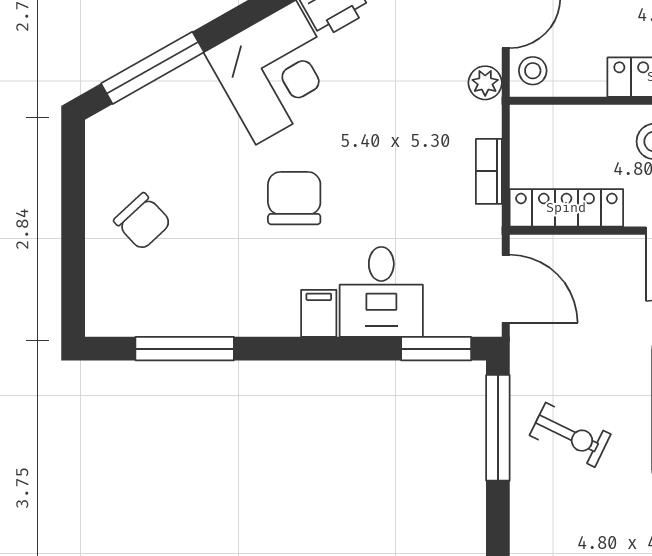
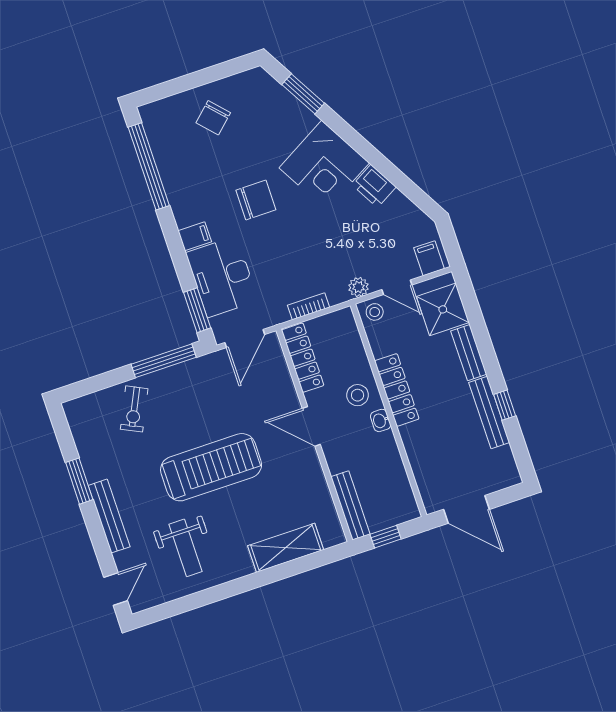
window: (152, 68) -> (303, 94), width x0.69
desk: (381, 292) -> (222, 277), width x1.37
window: (185, 349) -> (149, 166), width x1.46
exercise bike: (570, 435) -> (134, 409), moved

